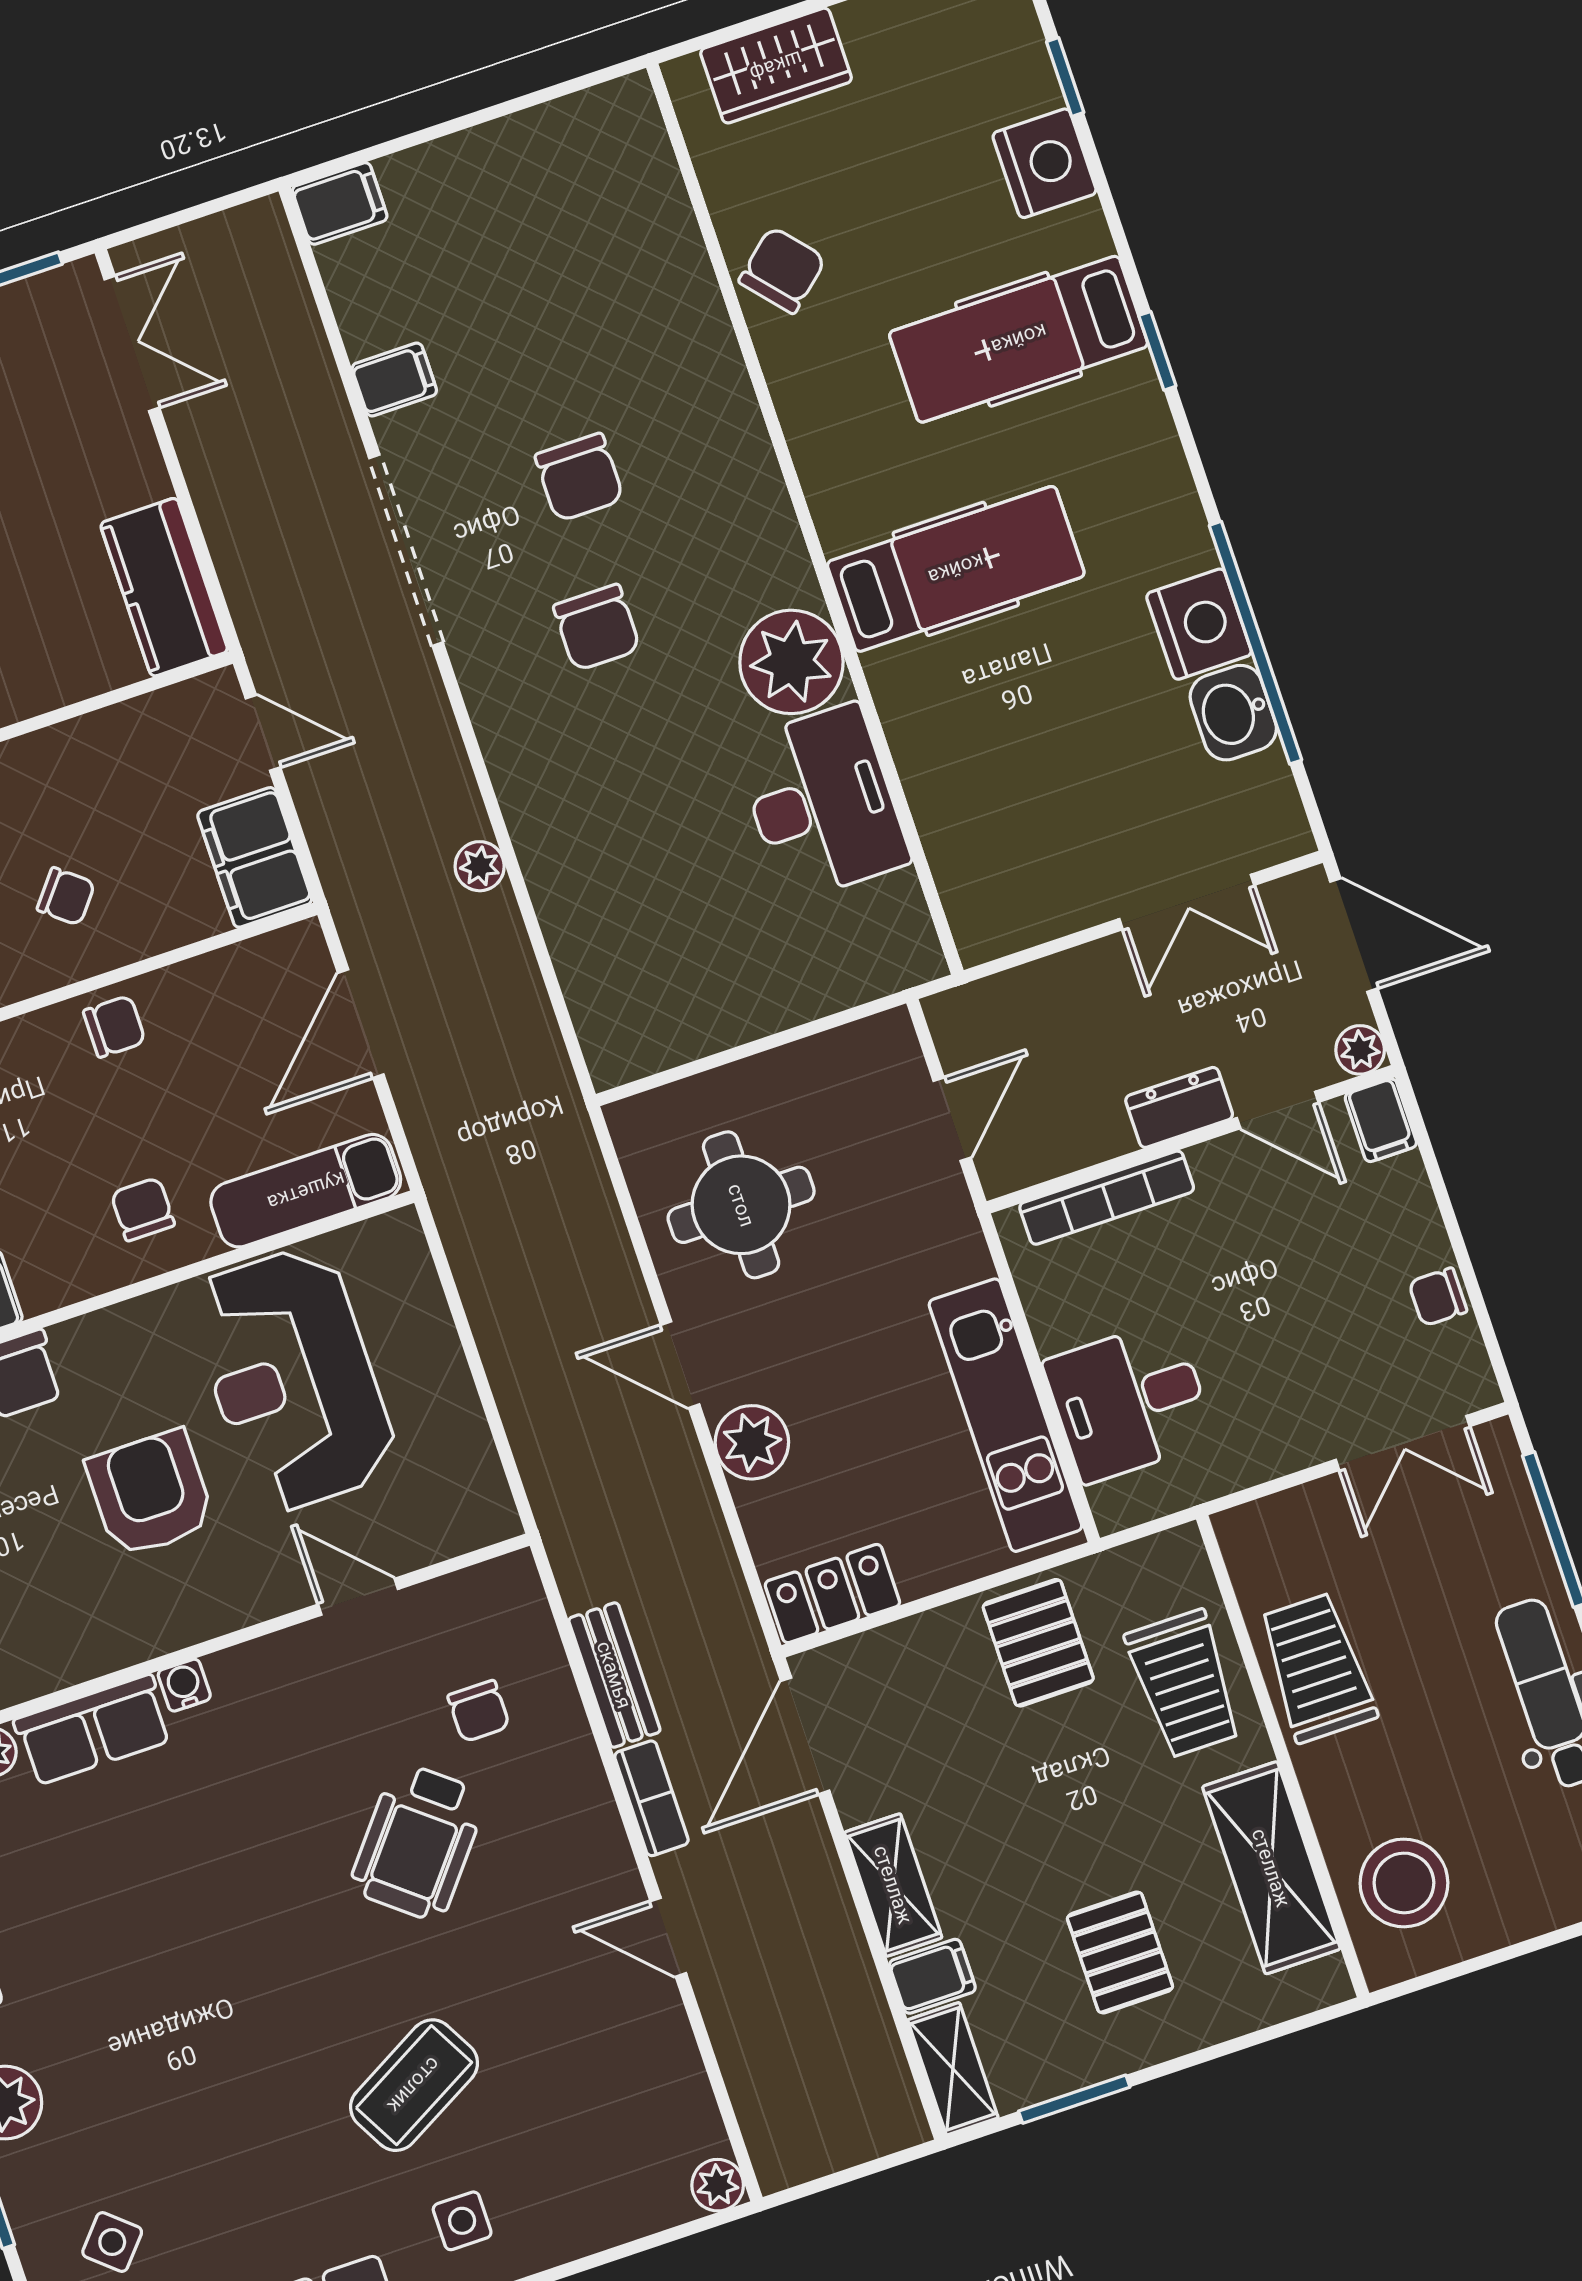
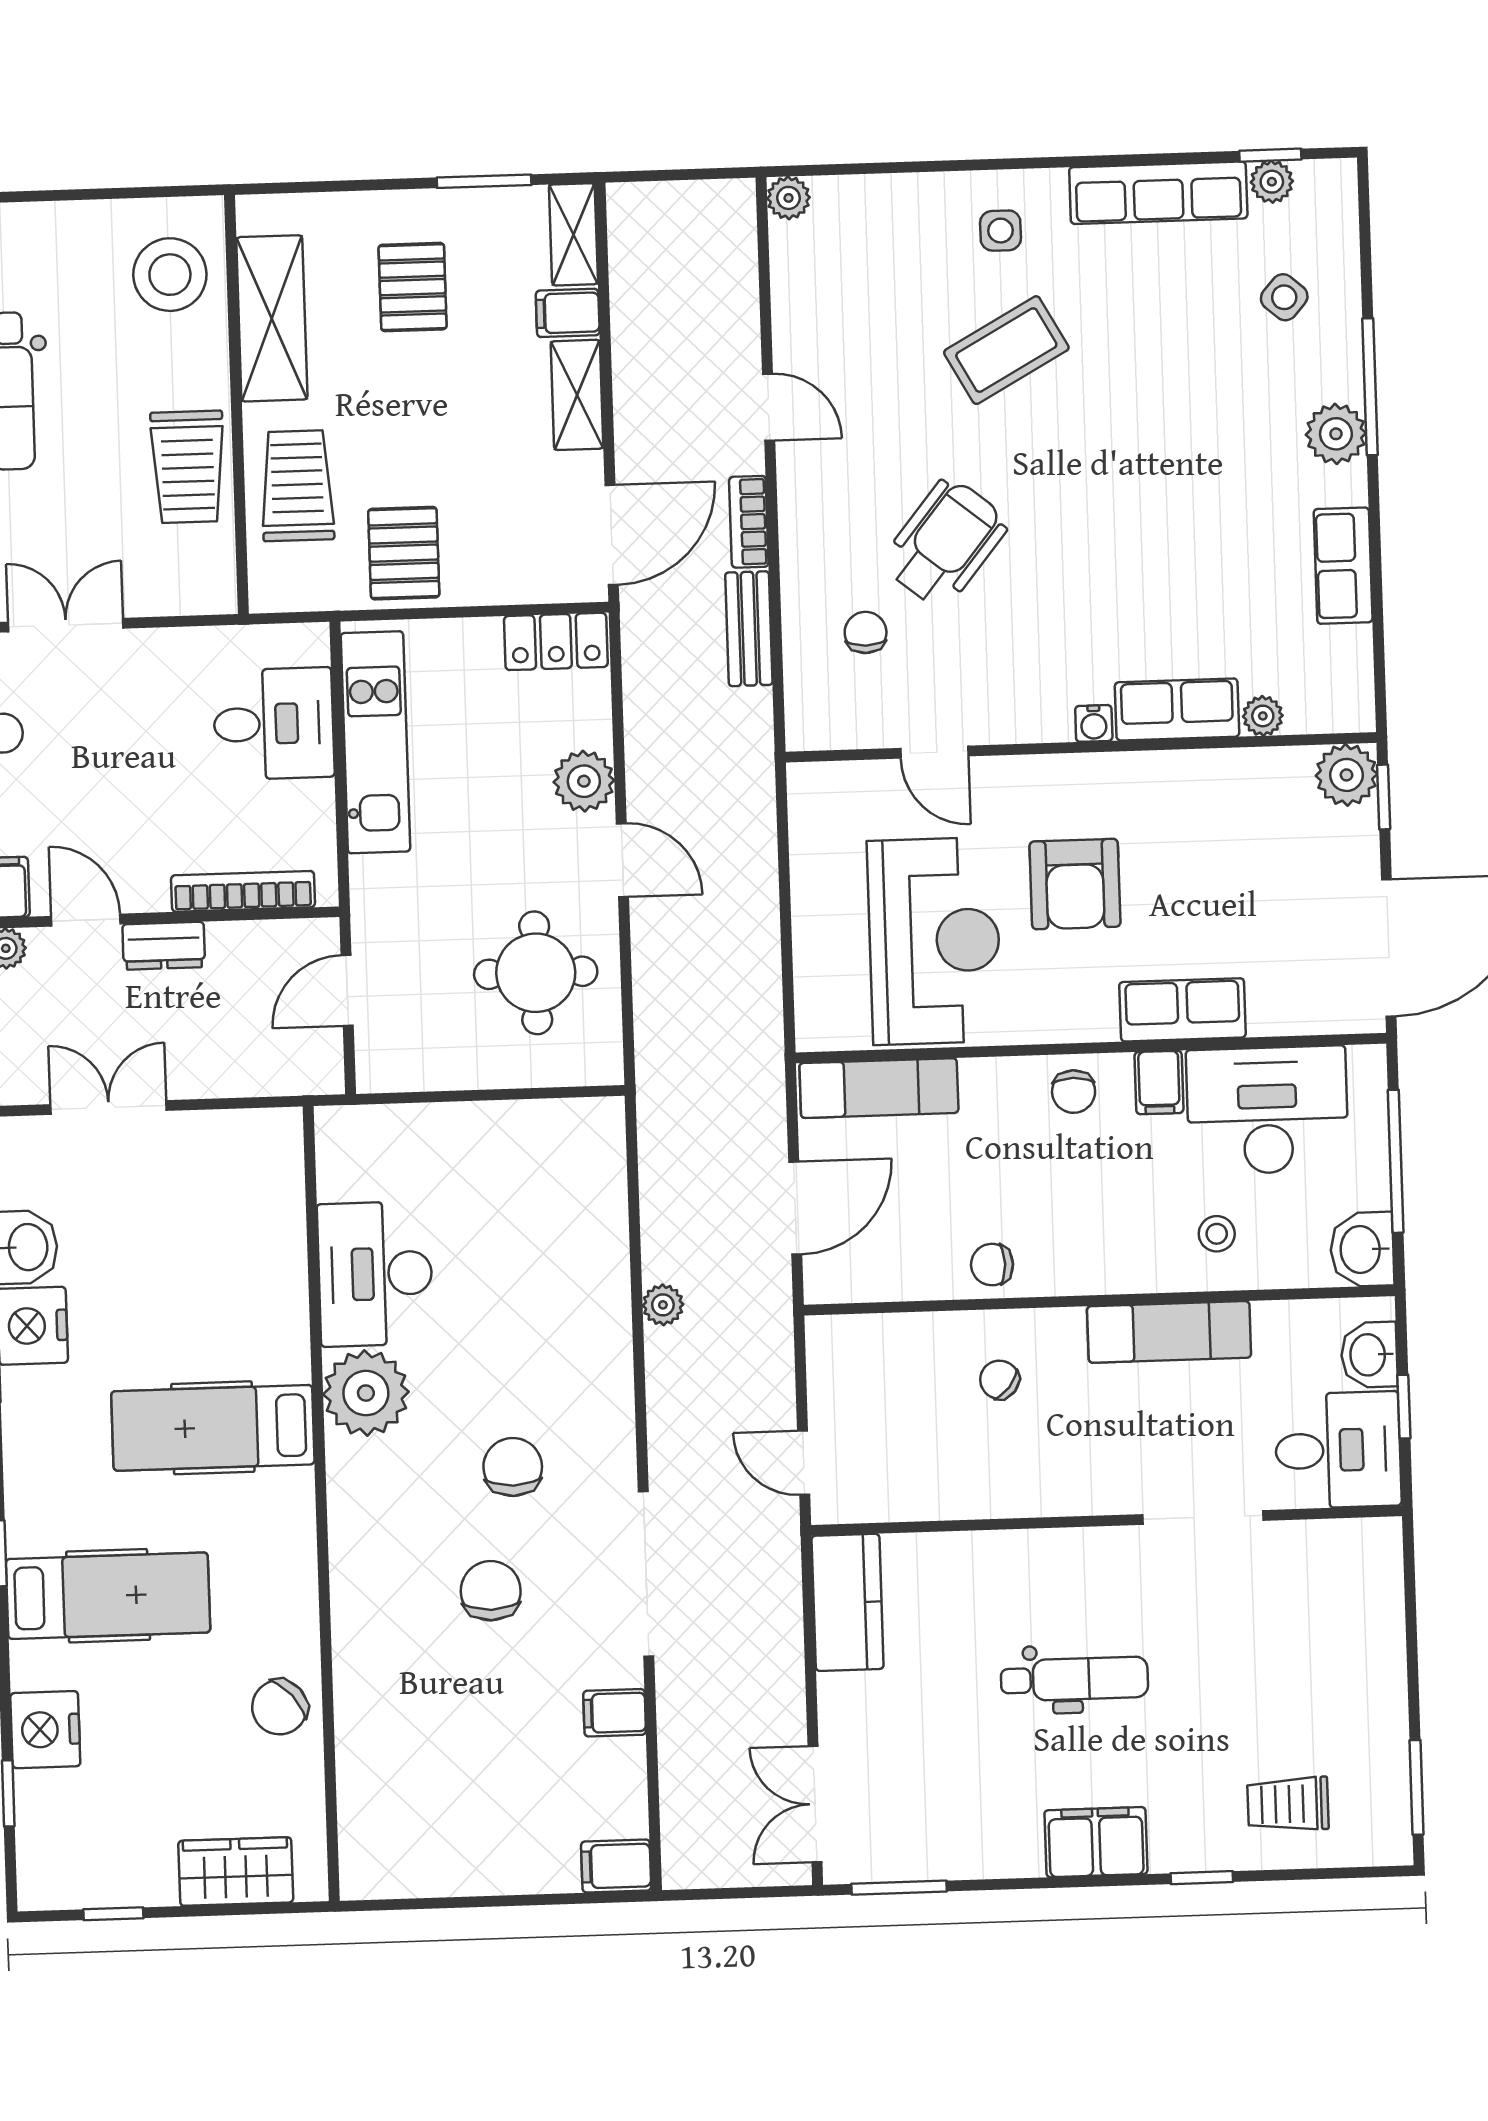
filing cabinet: (255, 857) -> (840, 1366), removed
chair: (143, 1209) -> (1074, 1092), moved

